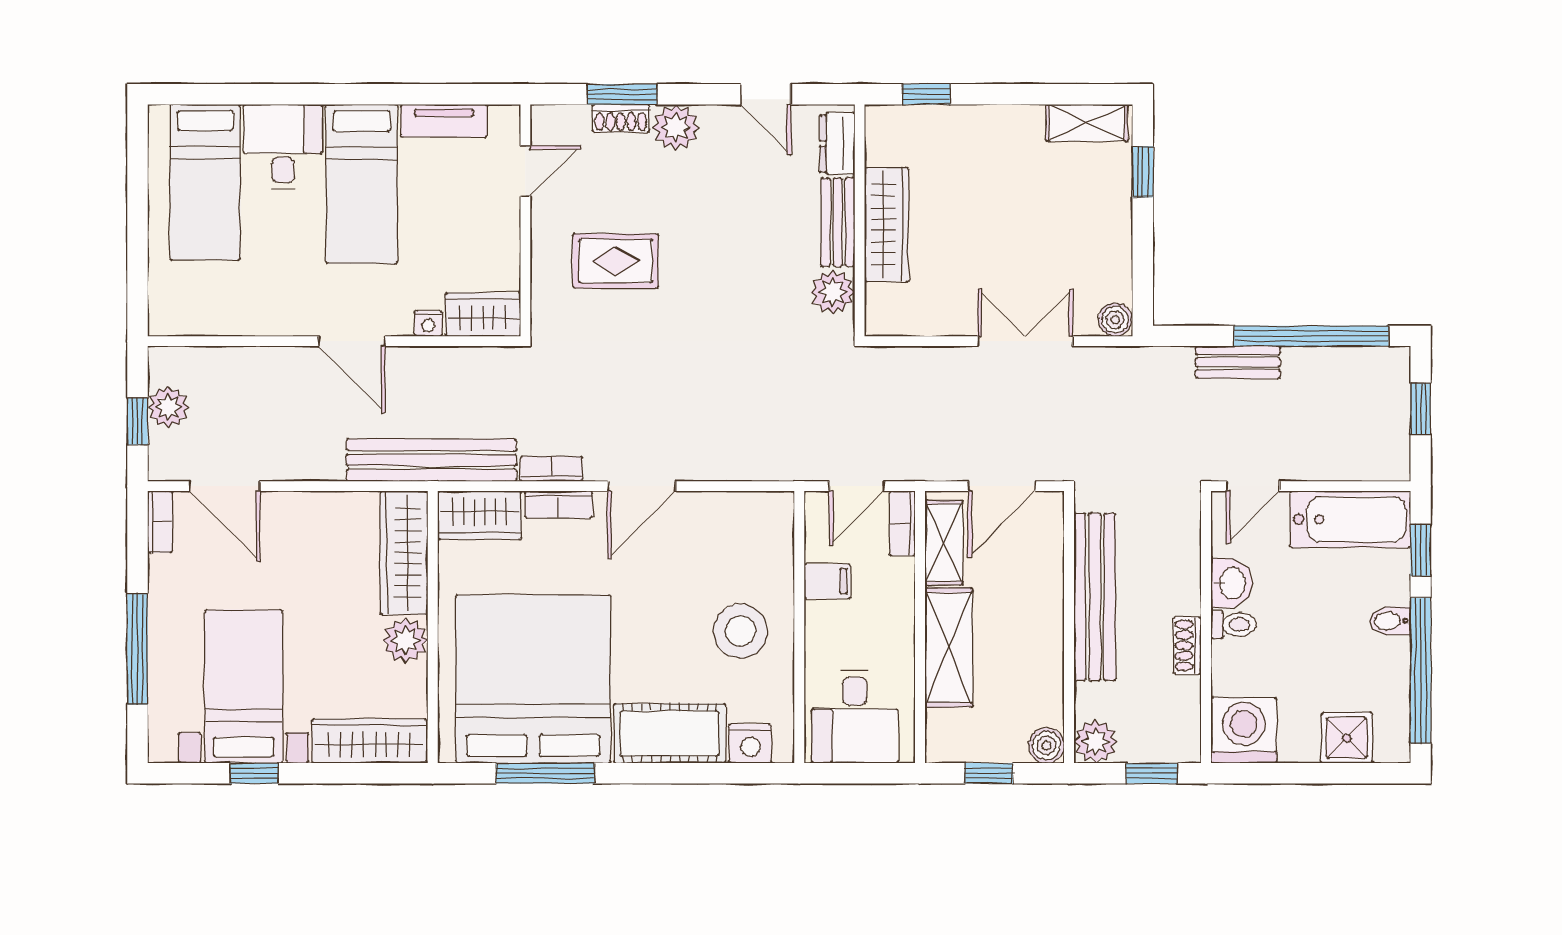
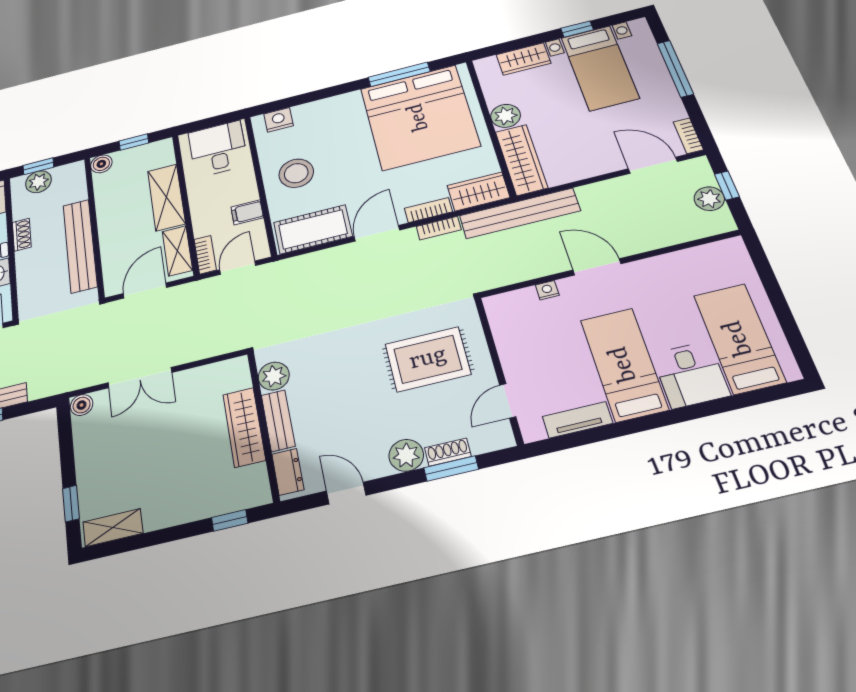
rug: (616, 261) -> (428, 359), width x1.36, depth x1.43
wardrobe: (483, 314) -> (511, 305), removed
cot: (670, 733) -> (313, 229), moved
wardrobe: (369, 741) -> (523, 59), width x0.67
plant: (1096, 742) -> (38, 182), moved

